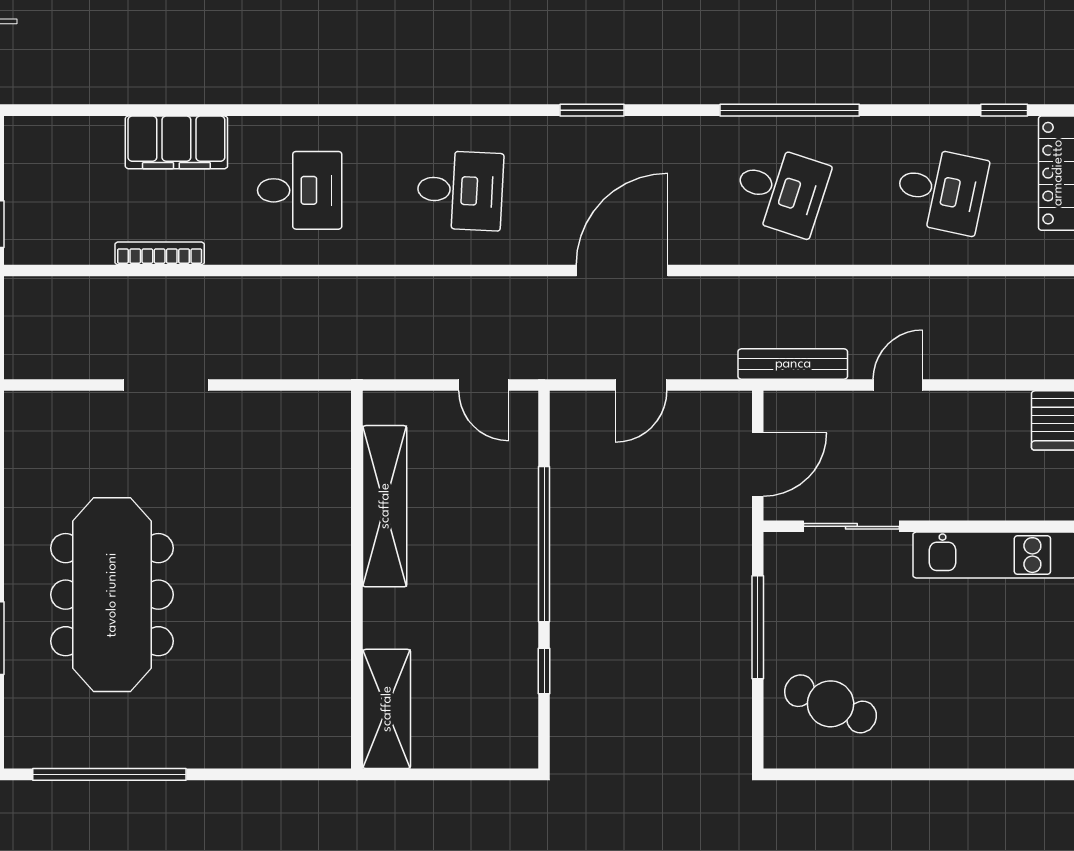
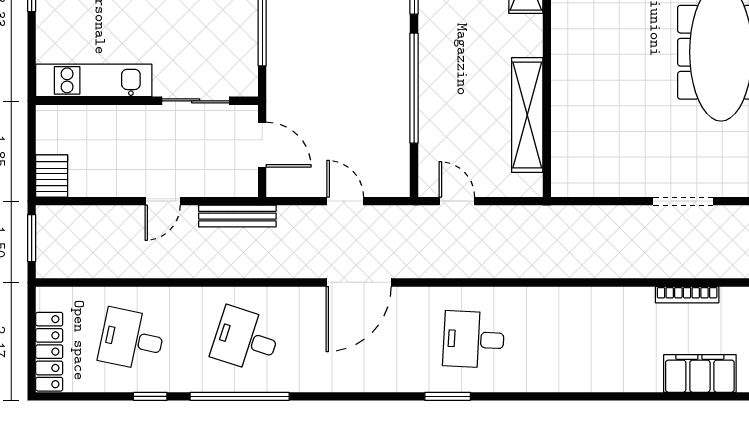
window: (592, 110) -> (448, 396), moved
window: (1004, 110) -> (150, 396), moved
filing cabinet: (176, 142) -> (700, 374), moved
desk: (300, 190) -> (588, 339), removed
door: (641, 385) -> (345, 201), hinge flipped
door: (758, 464) -> (262, 145), swing flipped

